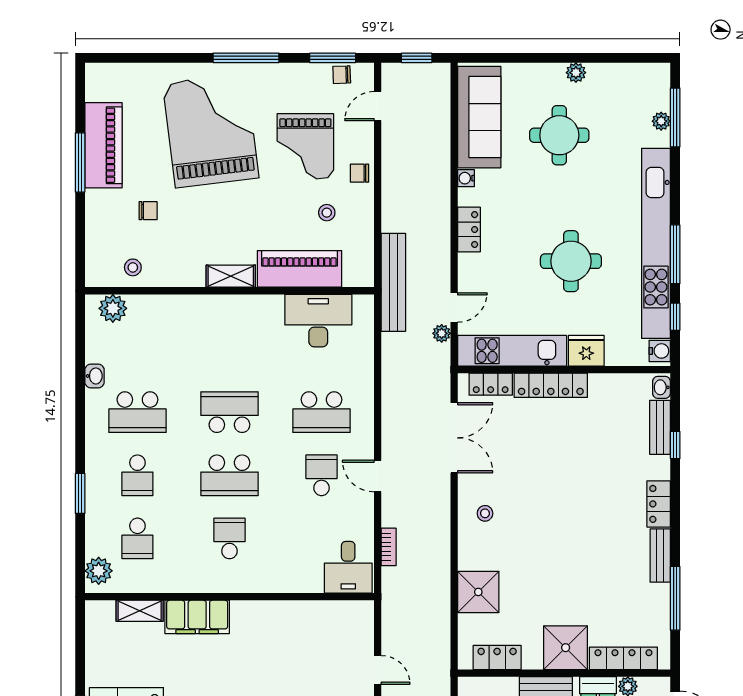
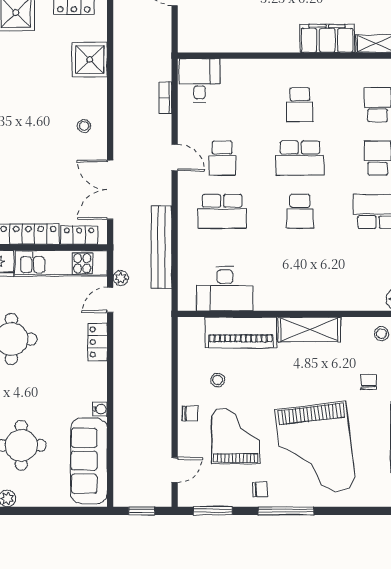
chair: (342, 75) -> (260, 489), moved
chair: (148, 211) -> (369, 382), turned 90
locker: (469, 230) -> (98, 342), moved
shelving: (231, 276) -> (309, 329), width x1.50, depth x1.33
bench: (393, 282) -> (161, 247), moved
school desk: (229, 412) -> (300, 211), width x0.54
school desk: (321, 412) -> (222, 211), turned 180
school desk: (229, 475) -> (300, 158), turned 180

